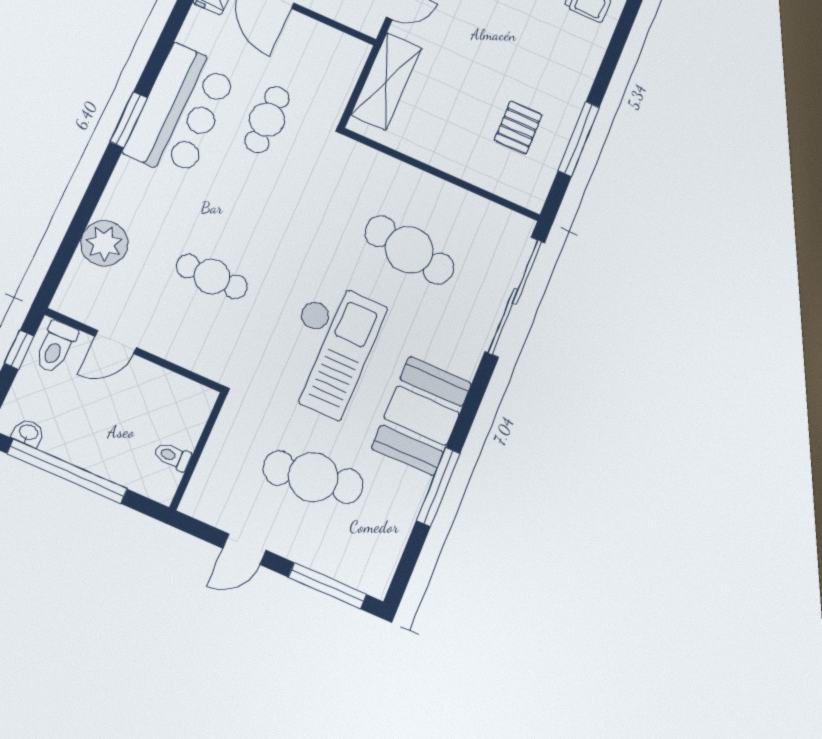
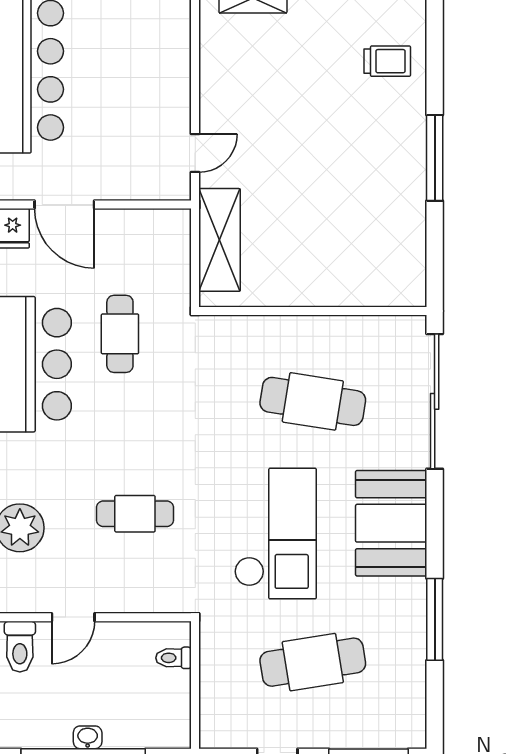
pallet: (518, 128) -> (369, 227), removed
window: (579, 139) -> (435, 158), moved
booth: (422, 416) -> (391, 523), moved
washbasin: (28, 433) -> (88, 737), moved
toilet: (173, 456) -> (174, 658), moved

